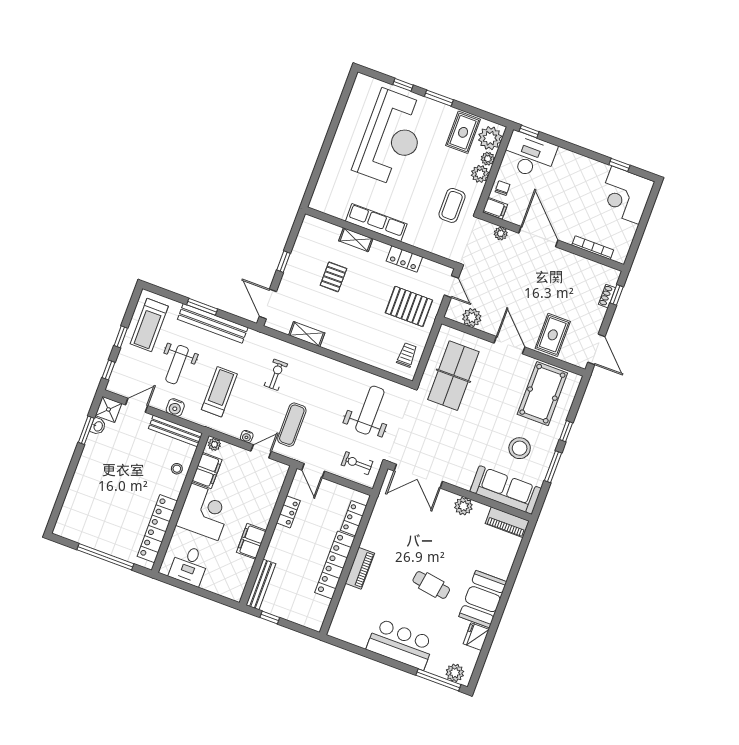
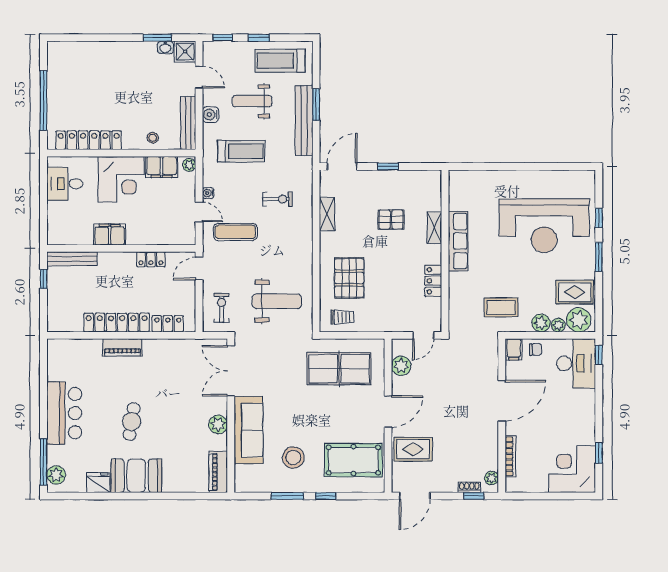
plant: (501, 233) -> (492, 478), moved
pallet: (409, 306) -> (349, 278), moved
sofa: (506, 490) -> (248, 430), moved

